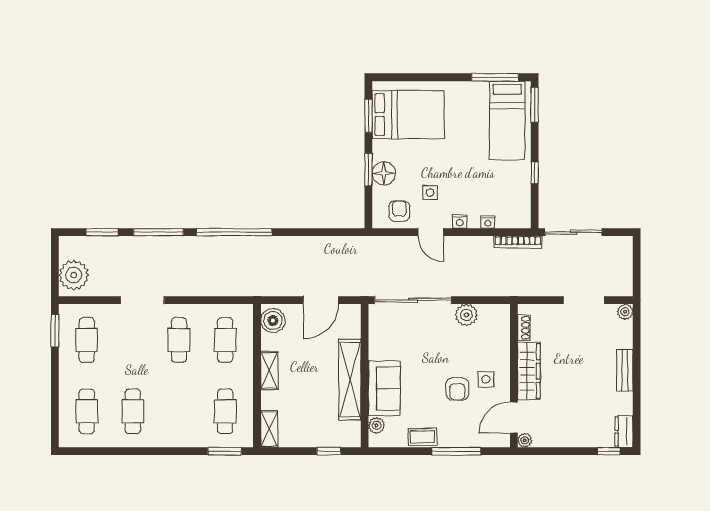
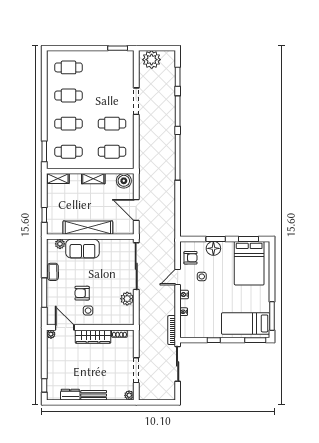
cafe table: (87, 340) -> (69, 124), moved
dresser: (624, 432) -> (70, 395), moved

